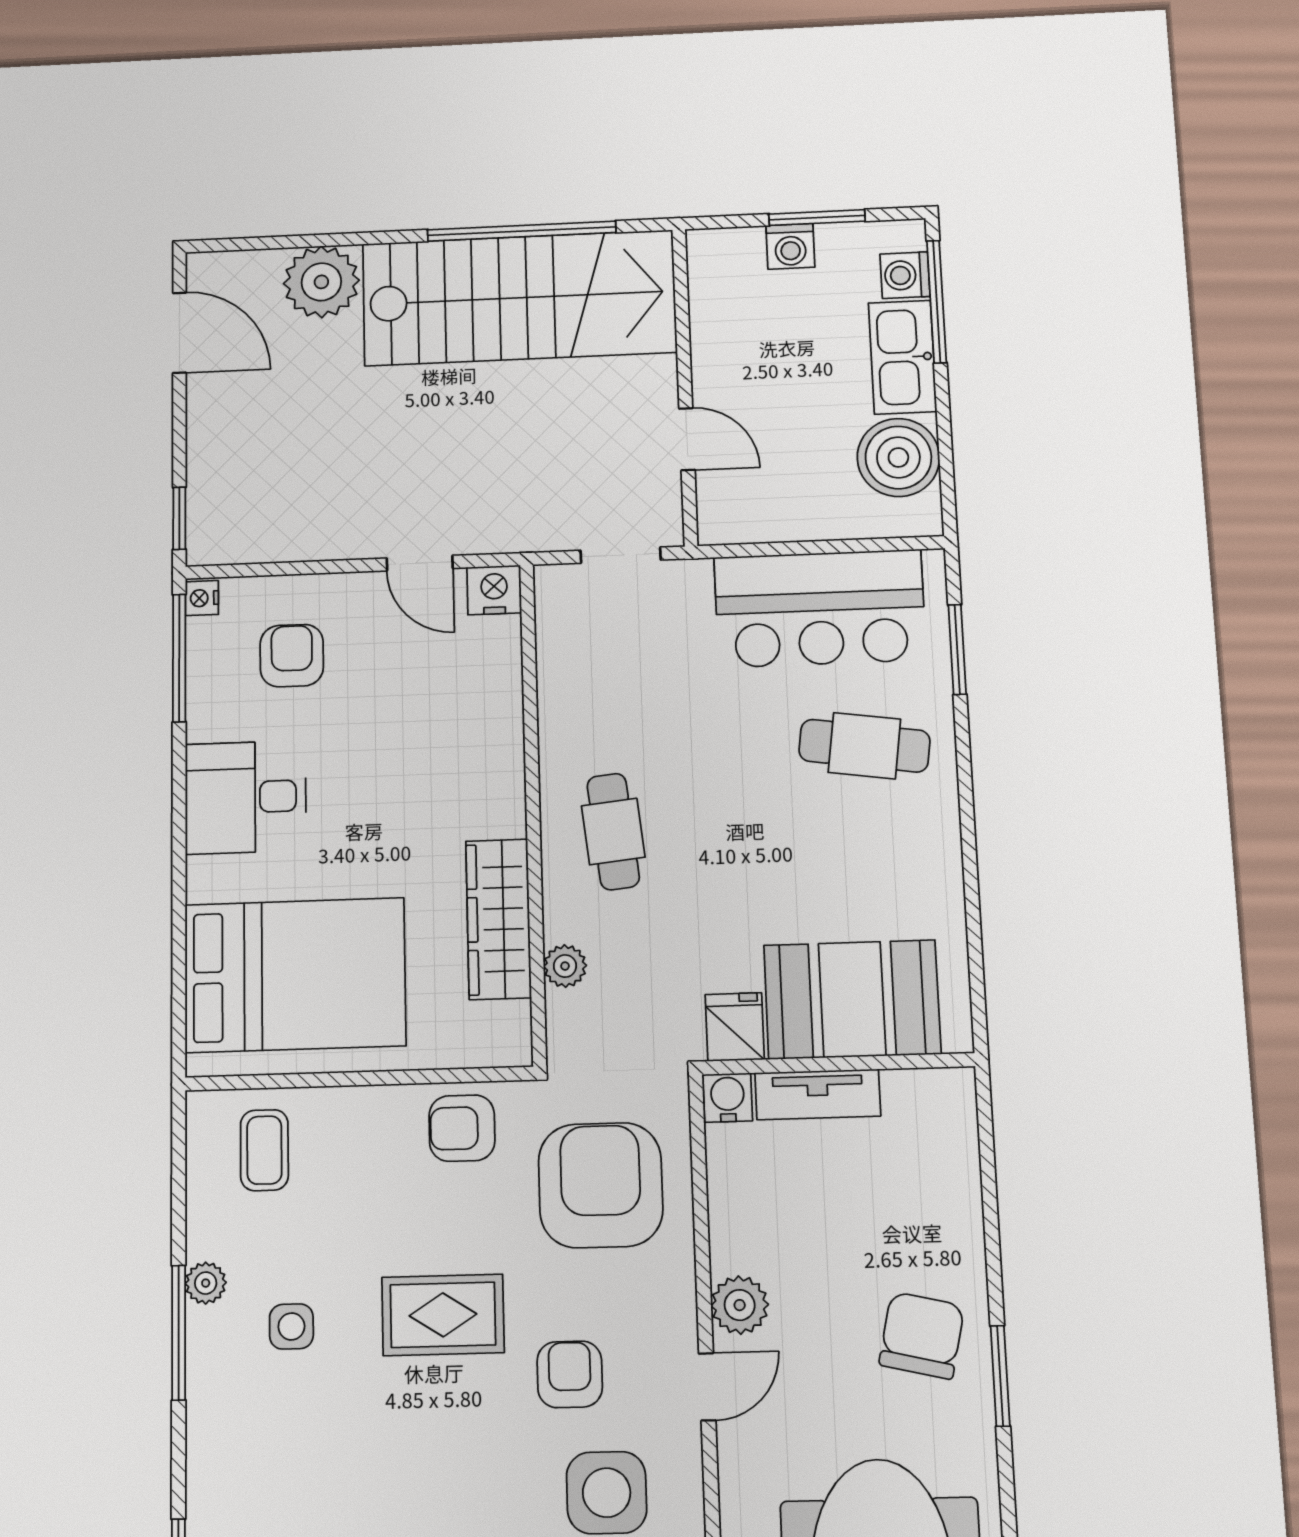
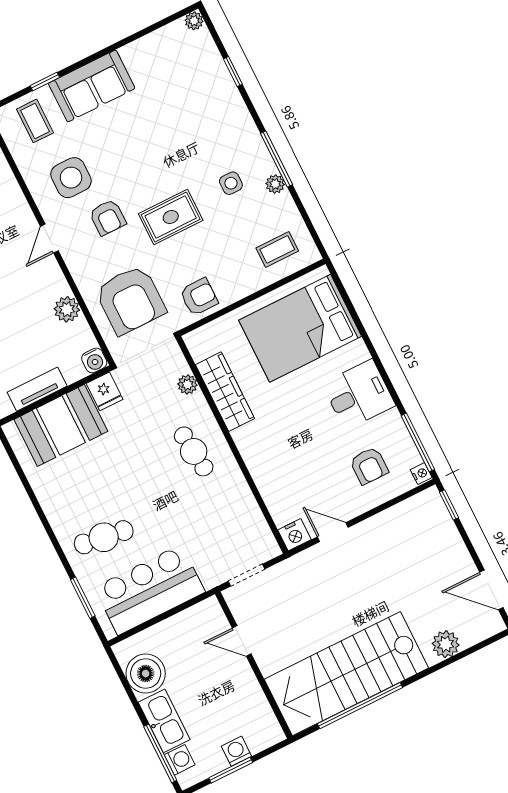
plant: (321, 282) -> (446, 644), width x0.73, depth x0.73
tv unit: (818, 1094) -> (37, 389), moved
coffee table: (264, 1150) -> (277, 249), turned 90
plant: (740, 1305) -> (67, 309), moved

